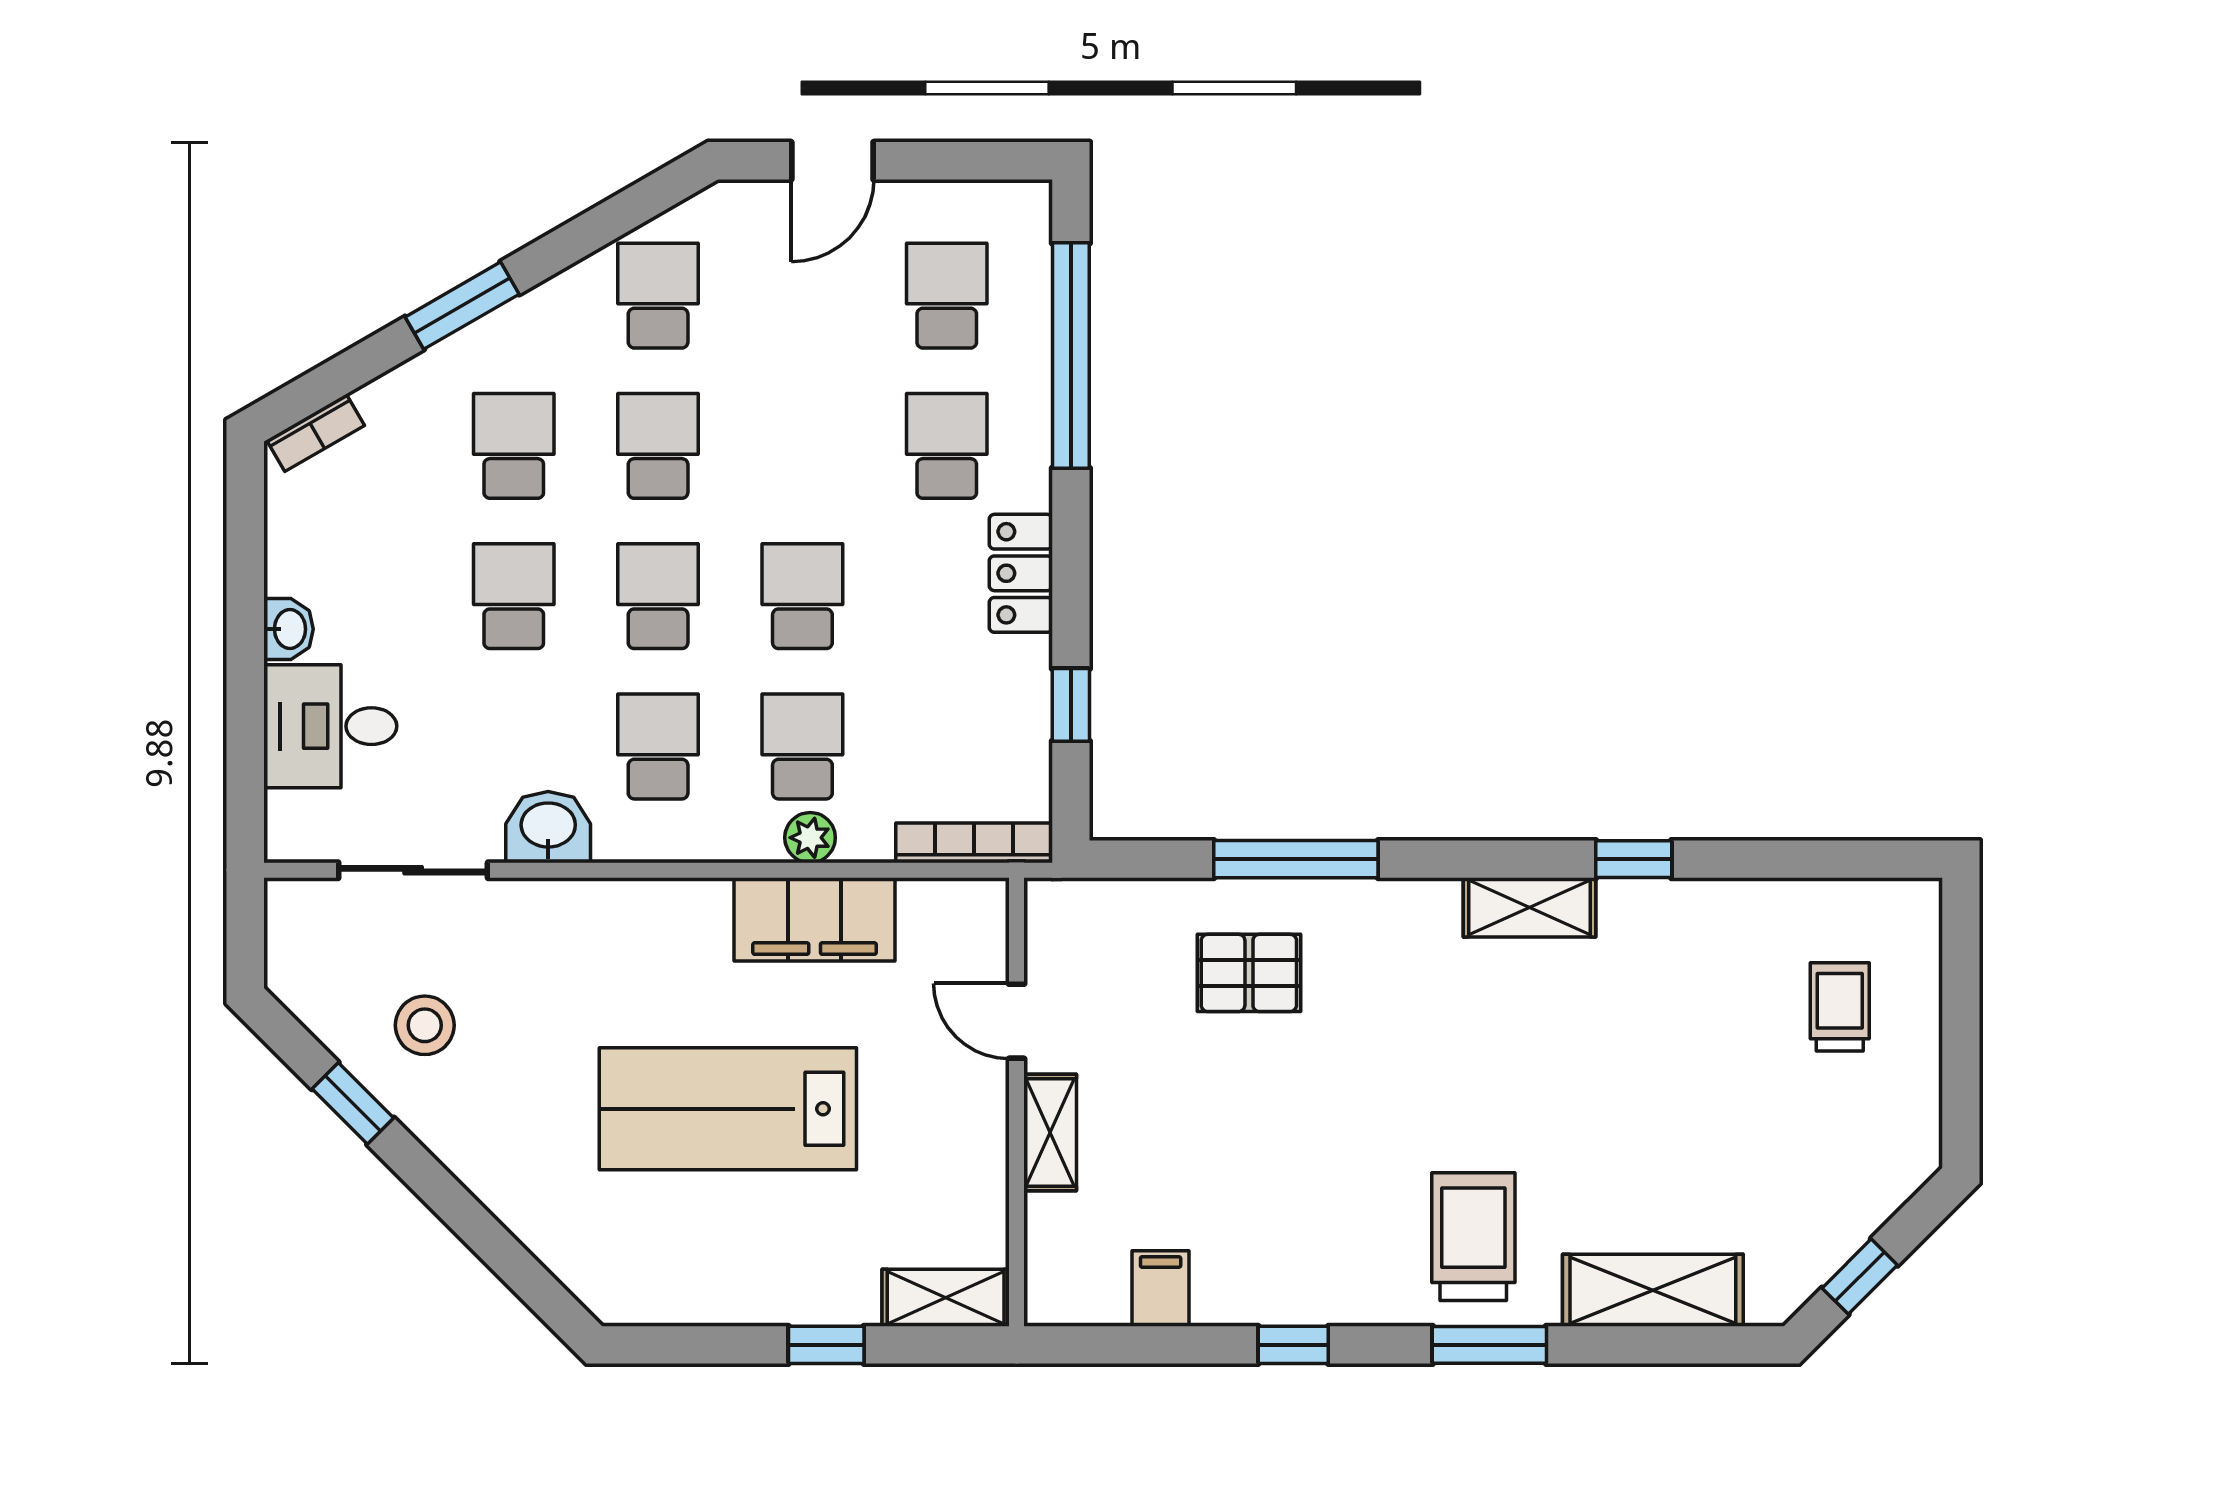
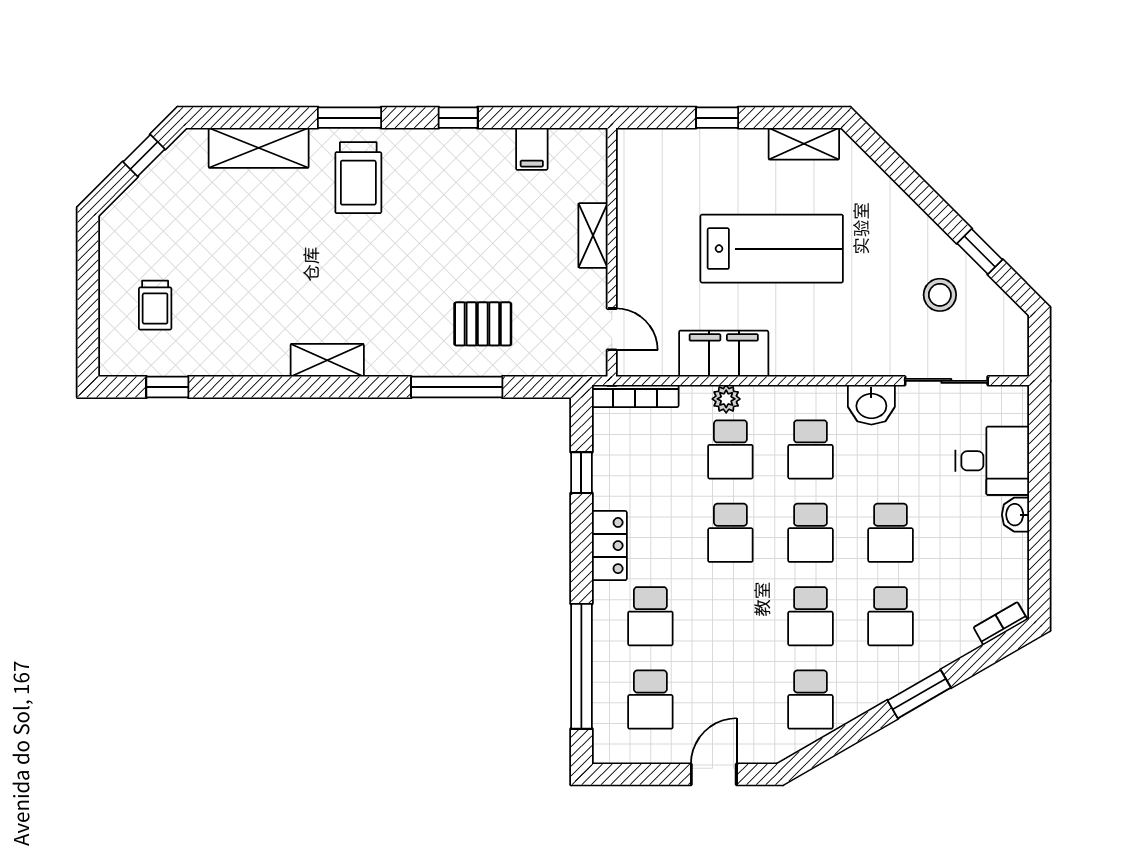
window: (1634, 859) -> (167, 387), moved
door: (1017, 1021) -> (612, 329), moved
shelving: (946, 1298) -> (804, 144), moved

